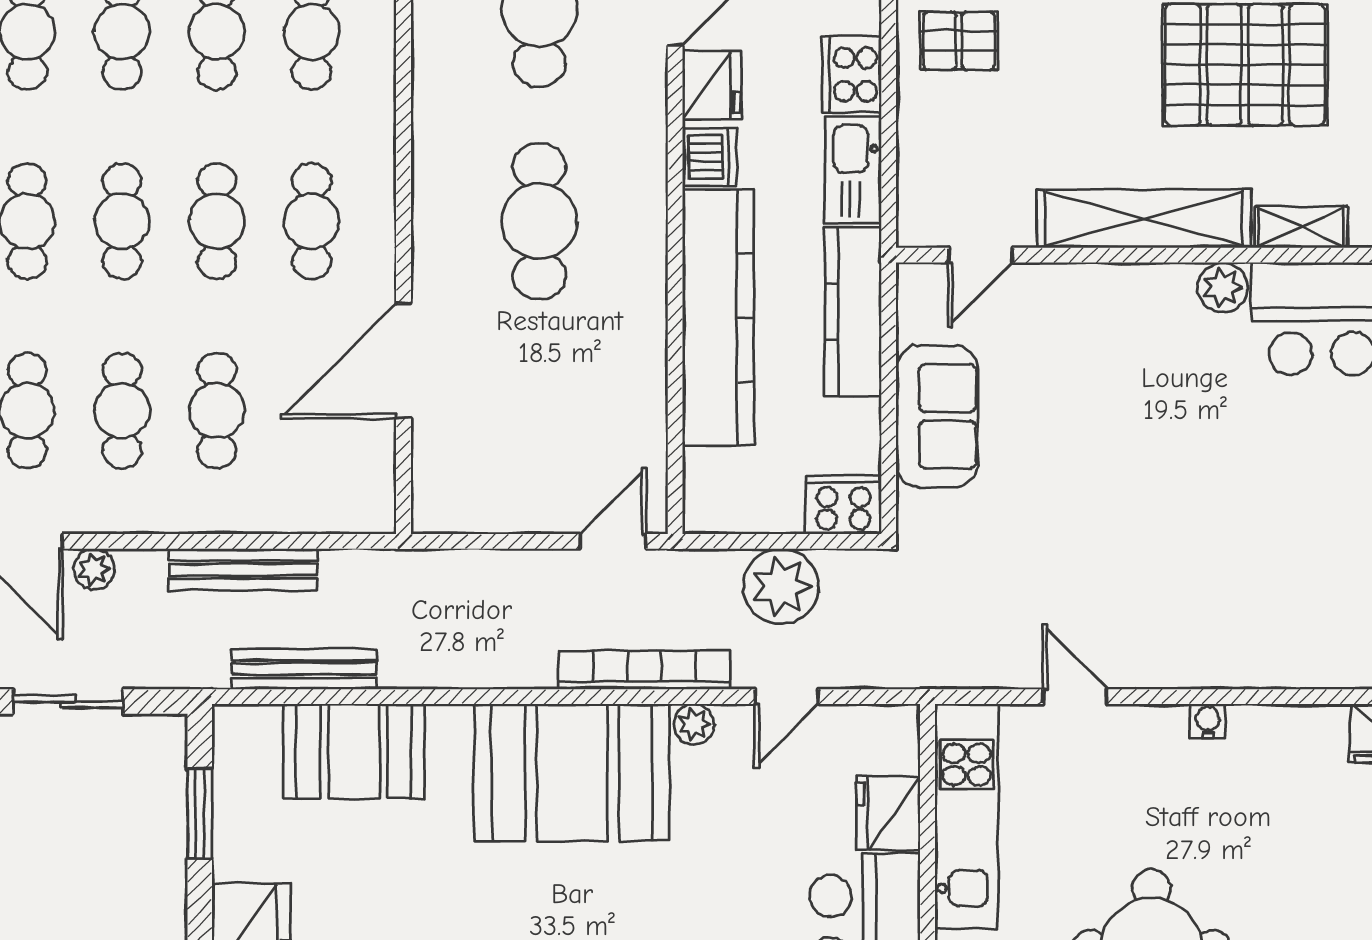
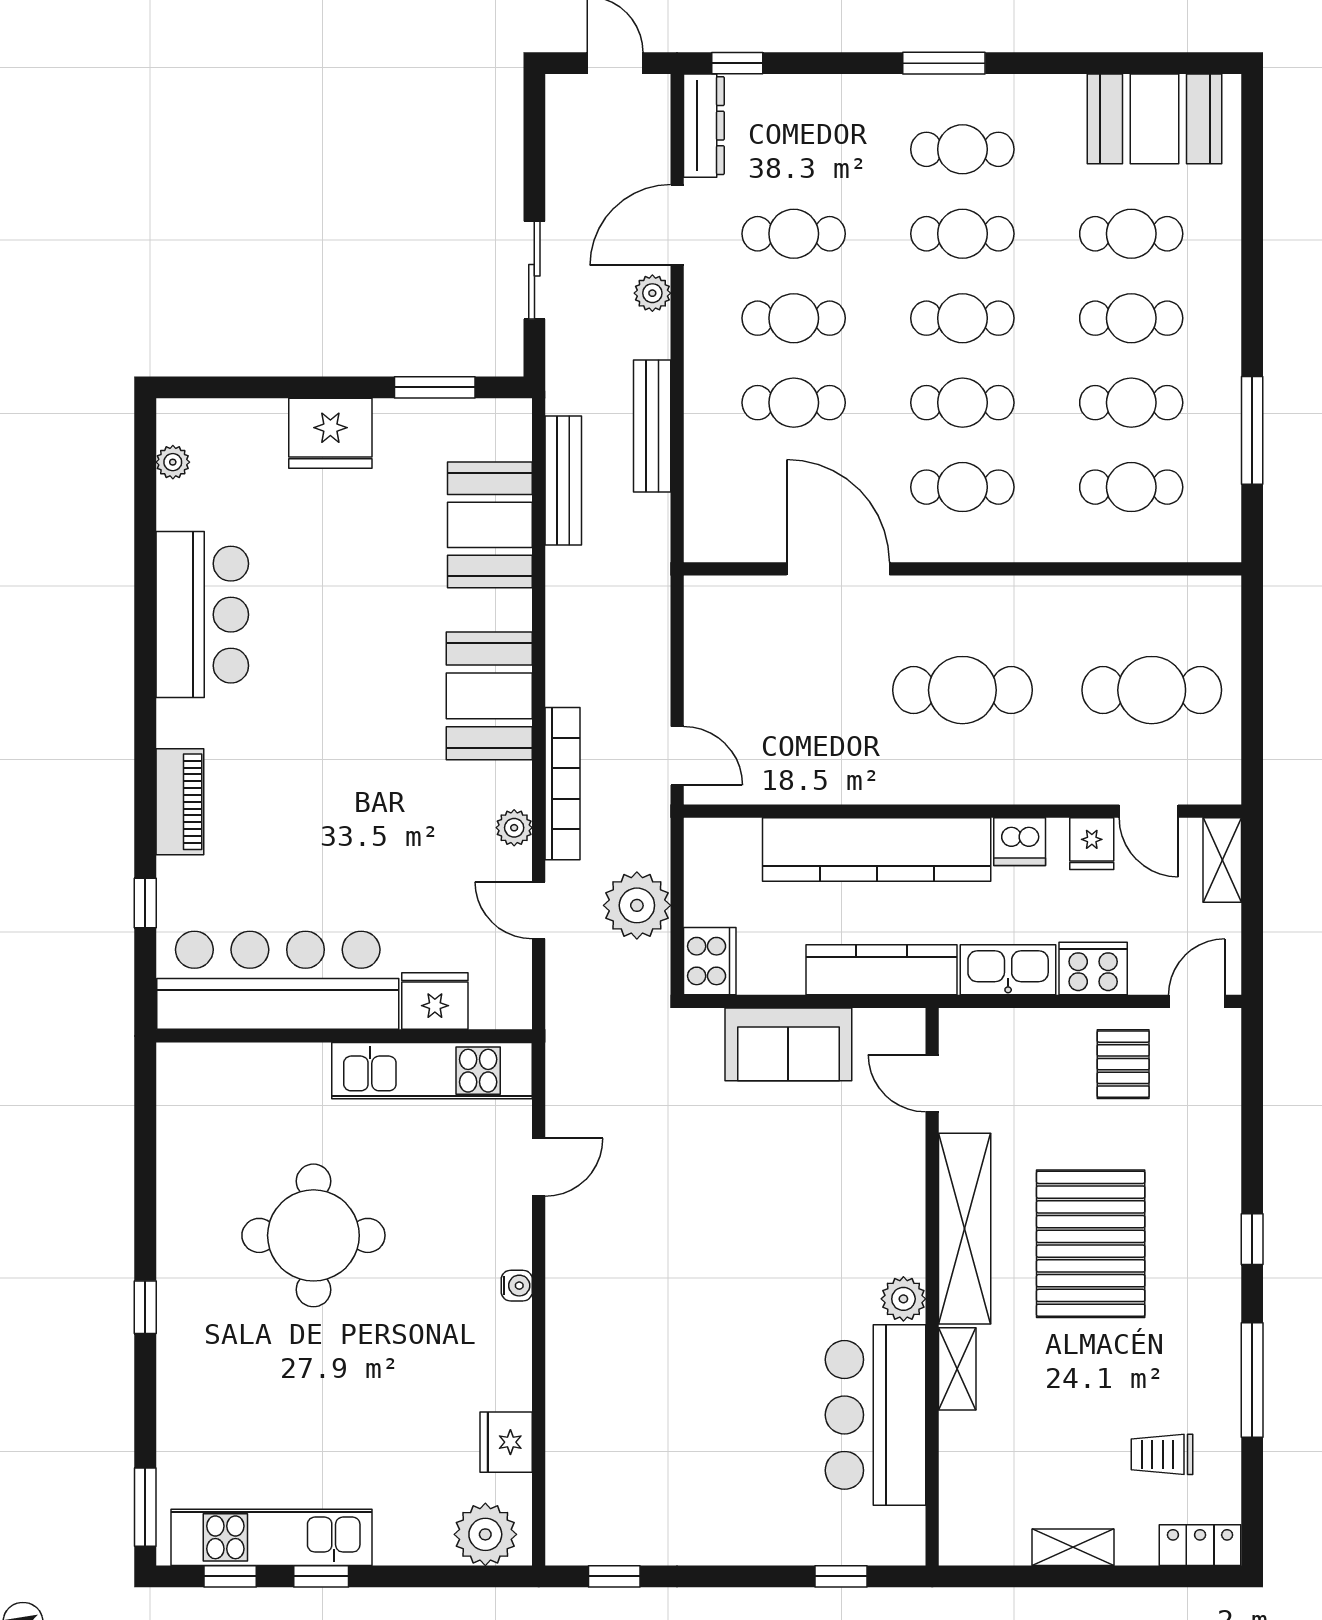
pallet: (1245, 65) -> (1091, 1244), moved
fridge: (712, 85) -> (1092, 844), width x0.72
booth: (572, 773) -> (489, 696), width x0.73, depth x0.70

